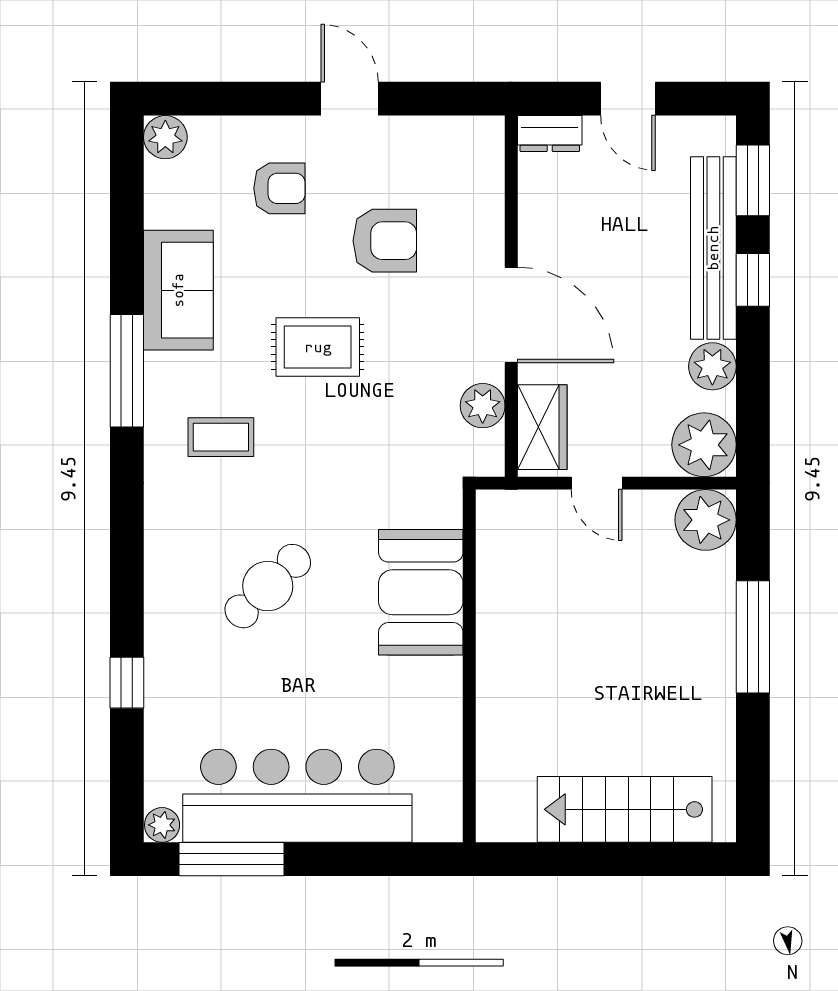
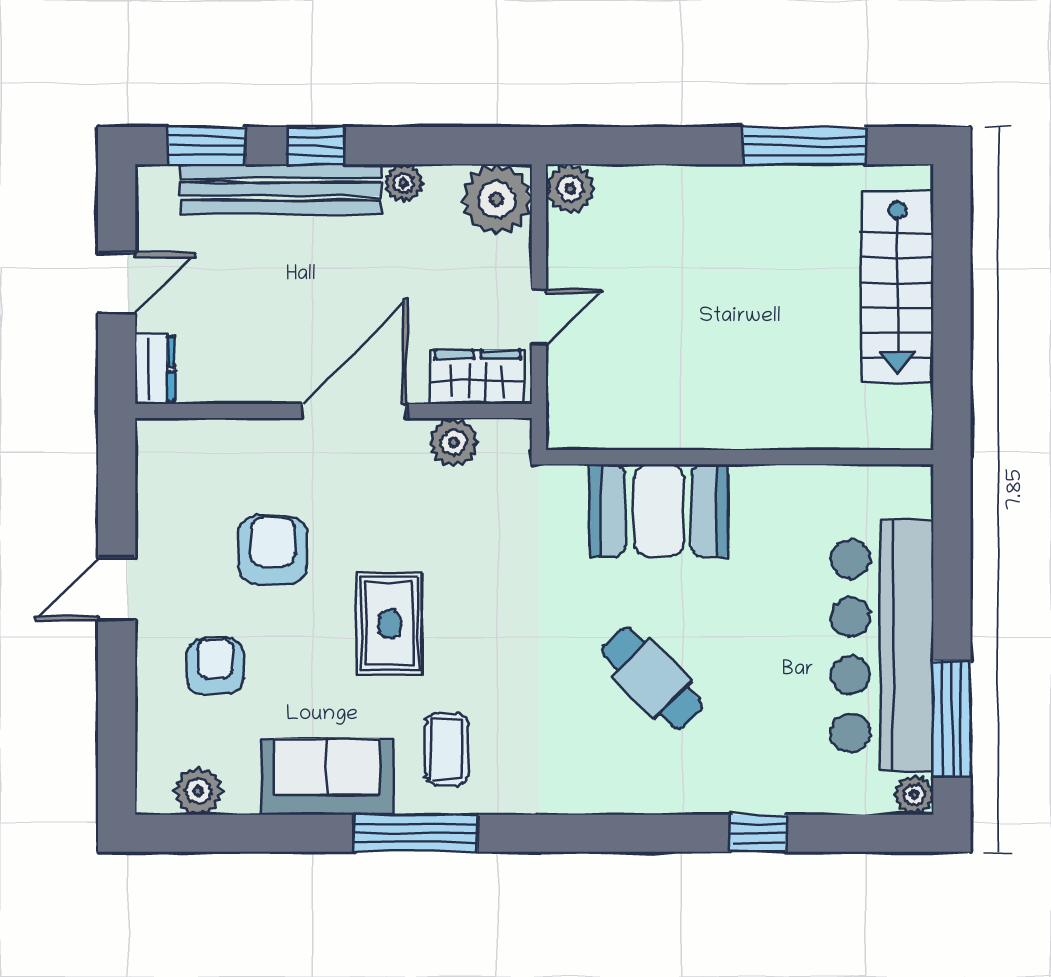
plant: (165, 137) -> (198, 791), moved
plant: (712, 366) -> (403, 183), width x0.73, depth x0.73
coffee table: (221, 437) -> (447, 749), moved
plant: (706, 520) -> (570, 189), width x0.73, depth x0.73
window: (753, 637) -> (804, 146), moved

